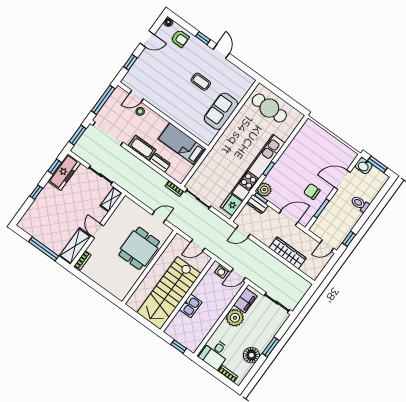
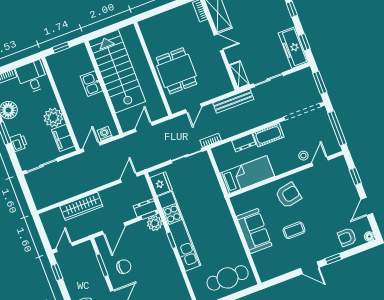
armchair: (177, 103) -> (288, 195), added
bench: (134, 191) -> (233, 101), added
printer: (271, 331) -> (19, 142), added

